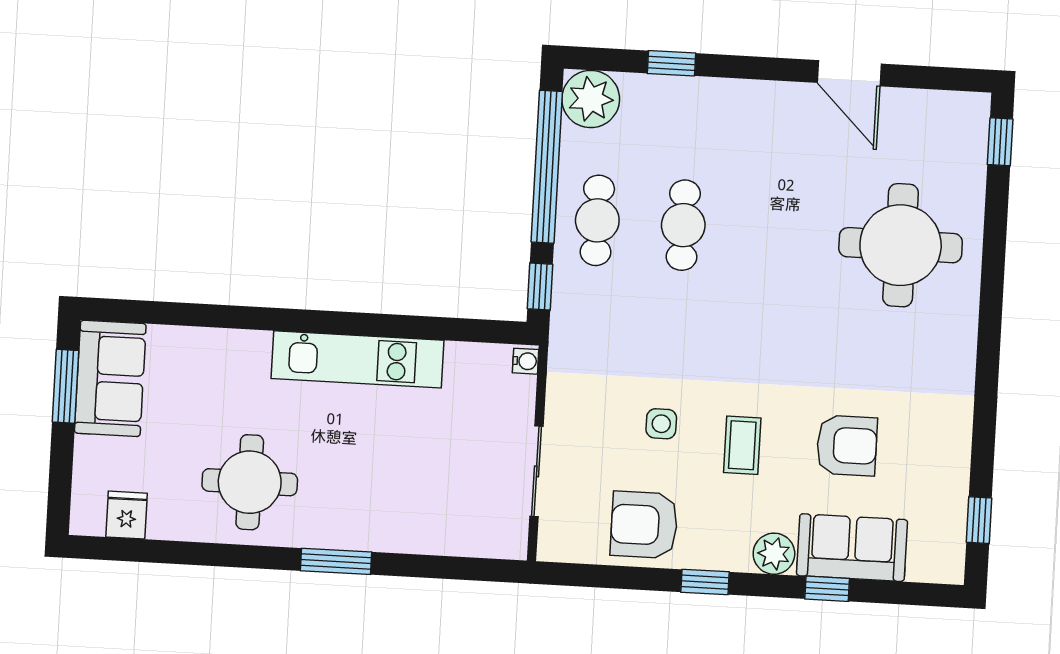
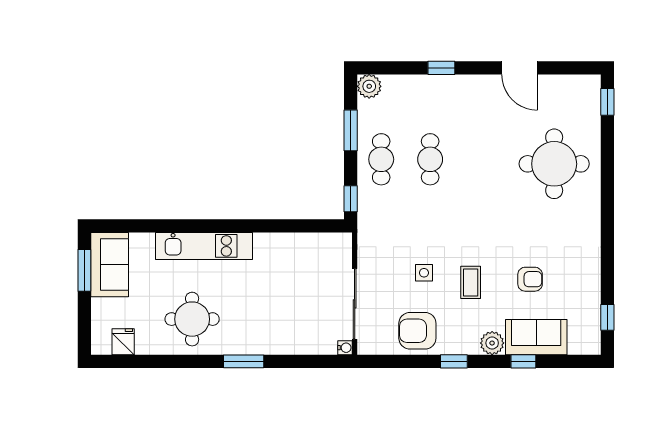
window: (671, 63) -> (441, 68), moved
plant: (591, 99) -> (369, 86), width x0.73, depth x0.73
window: (547, 167) -> (351, 130), width x0.47
kitchen unit: (358, 359) -> (204, 246), moved
water cooler: (526, 361) -> (345, 348), moved
armchair: (847, 445) -> (530, 279), width x0.72, depth x0.72
sliding door: (536, 471) -> (355, 304), width x1.37

